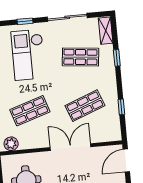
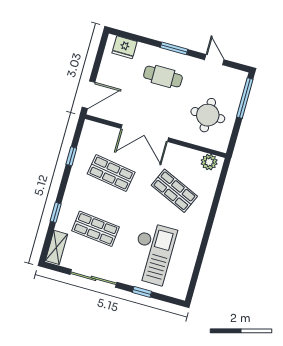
shop shelf: (85, 106) -> (111, 173), turned 30
shop shelf: (30, 111) -> (174, 191), turned 42

